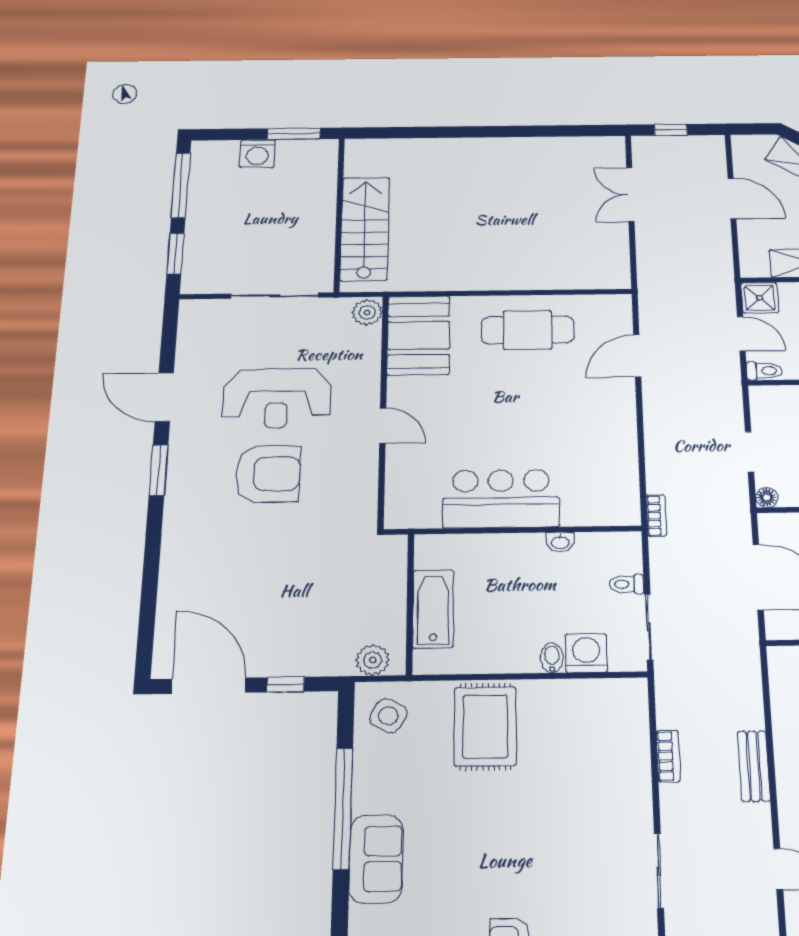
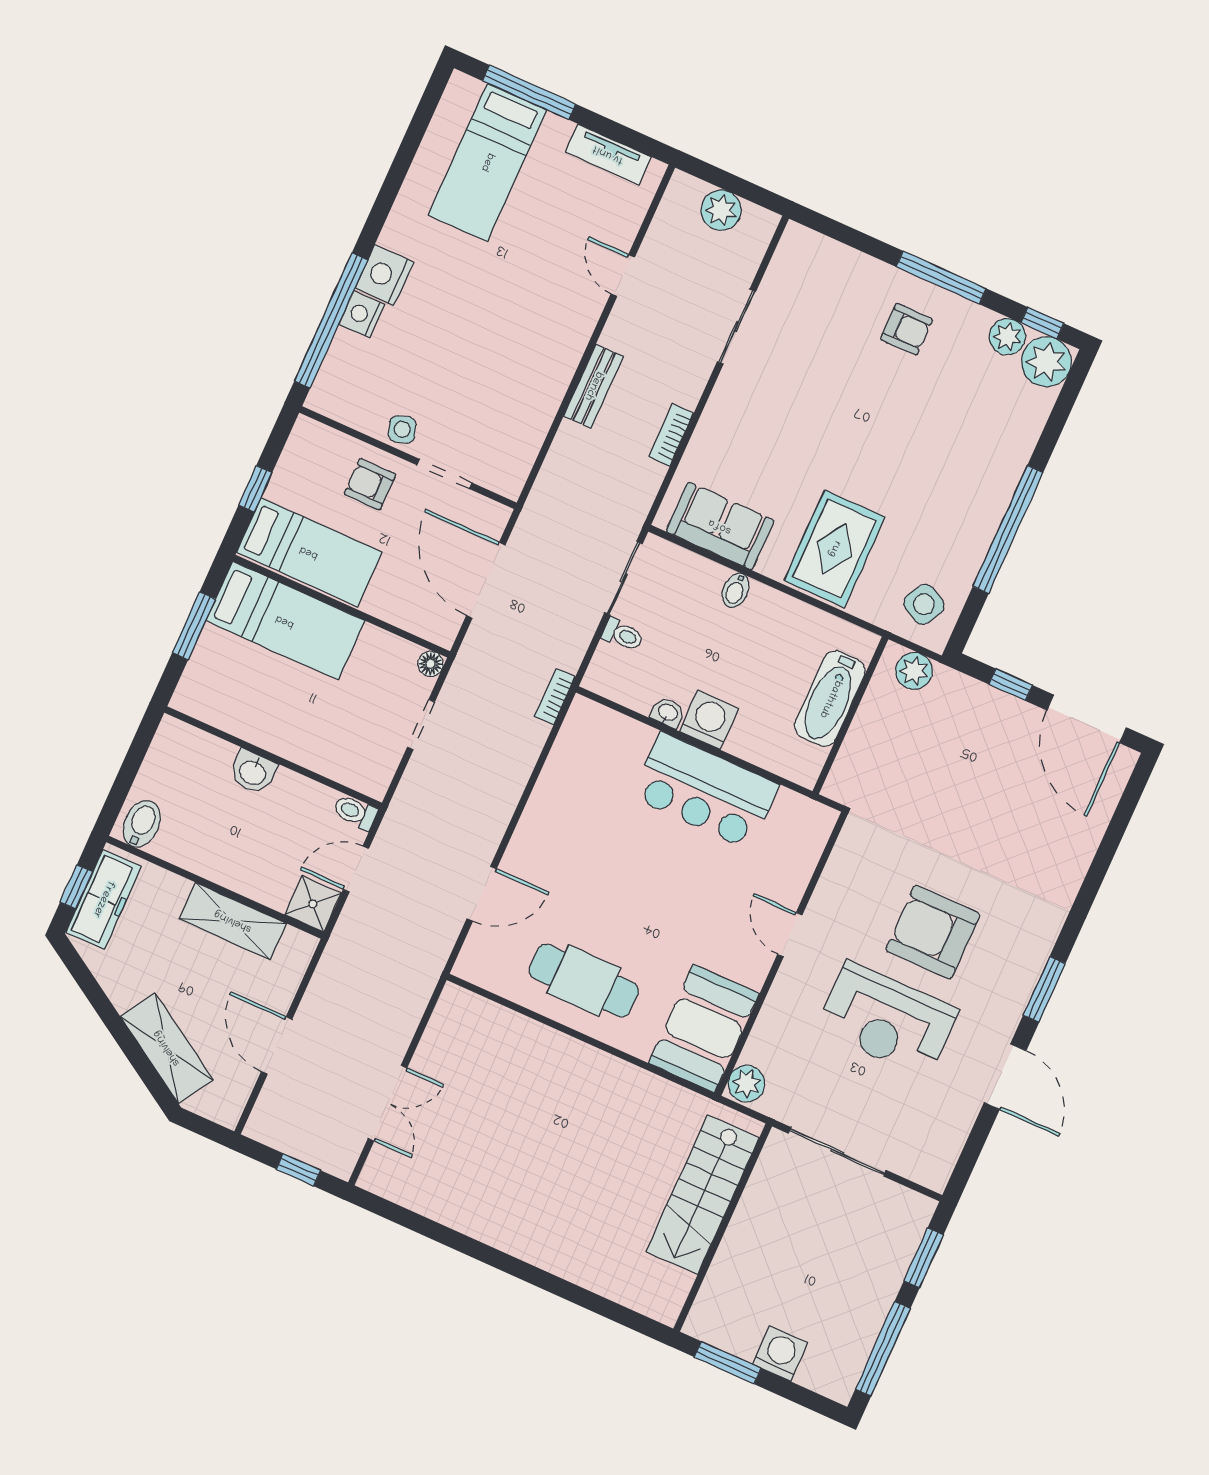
door: (741, 334) -> (356, 869), hinge flipped
reception desk: (277, 398) -> (887, 1020), turned 180
washing machine: (586, 653) -> (709, 720), moved, turned 180
sofa: (376, 859) -> (720, 526), moved, turned 90

